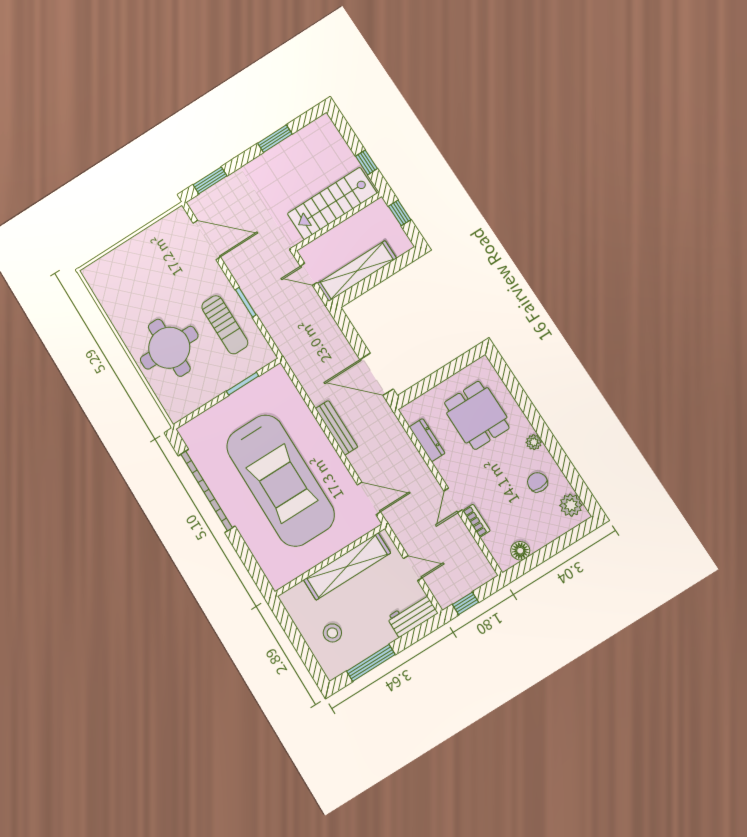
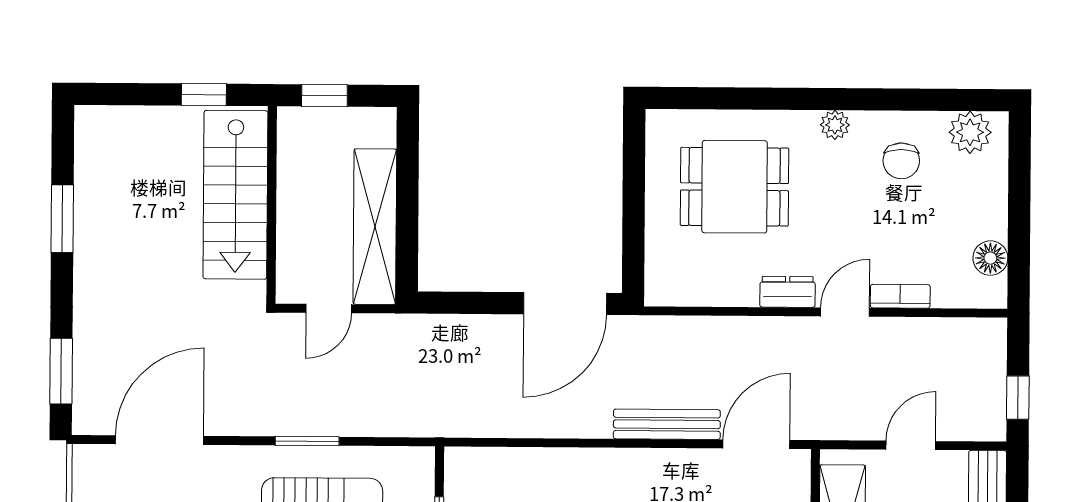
bench: (336, 428) -> (667, 424), moved
dresser: (427, 440) -> (788, 292), moved, width x0.70
chair: (537, 482) -> (901, 161), turned -90
door: (453, 500) -> (845, 312), swing flipped

